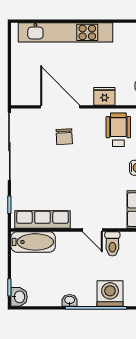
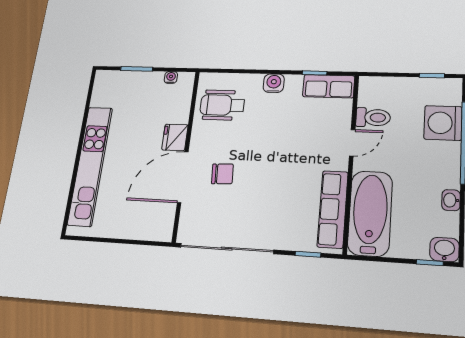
fridge: (104, 96) -> (175, 137), moved
bathtub: (33, 242) -> (370, 213), width x1.36, depth x1.36
washbasin: (70, 300) -> (451, 200), moved

